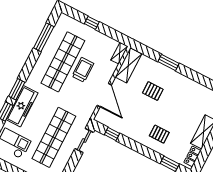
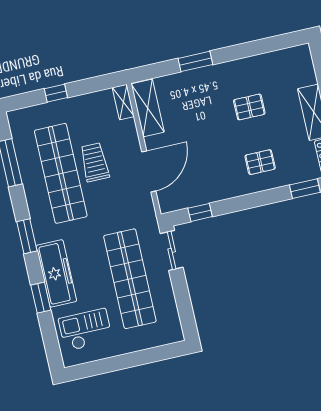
window: (17, 89) -> (27, 236), moved
pallet: (153, 91) -> (249, 107), moved
door: (104, 95) -> (149, 171), hinge flipped

